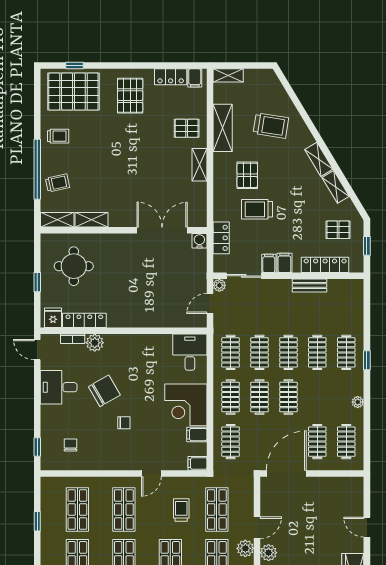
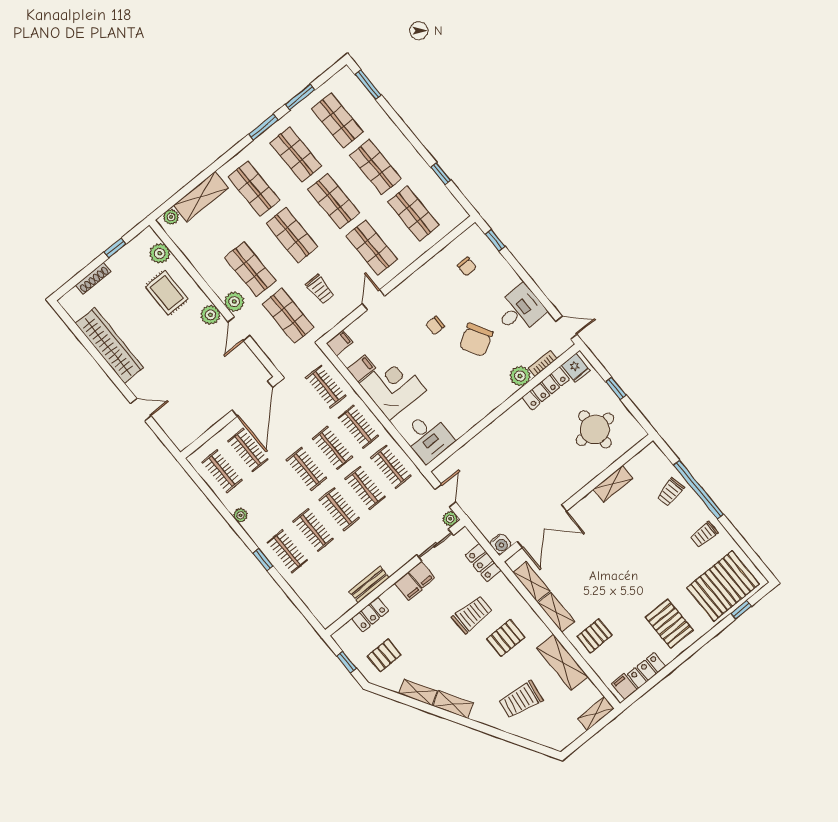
pallet: (247, 175) -> (506, 638), turned 90
shelving: (57, 220) -> (531, 582), moved, turned 90
locker: (325, 265) -> (370, 614), width x0.66

